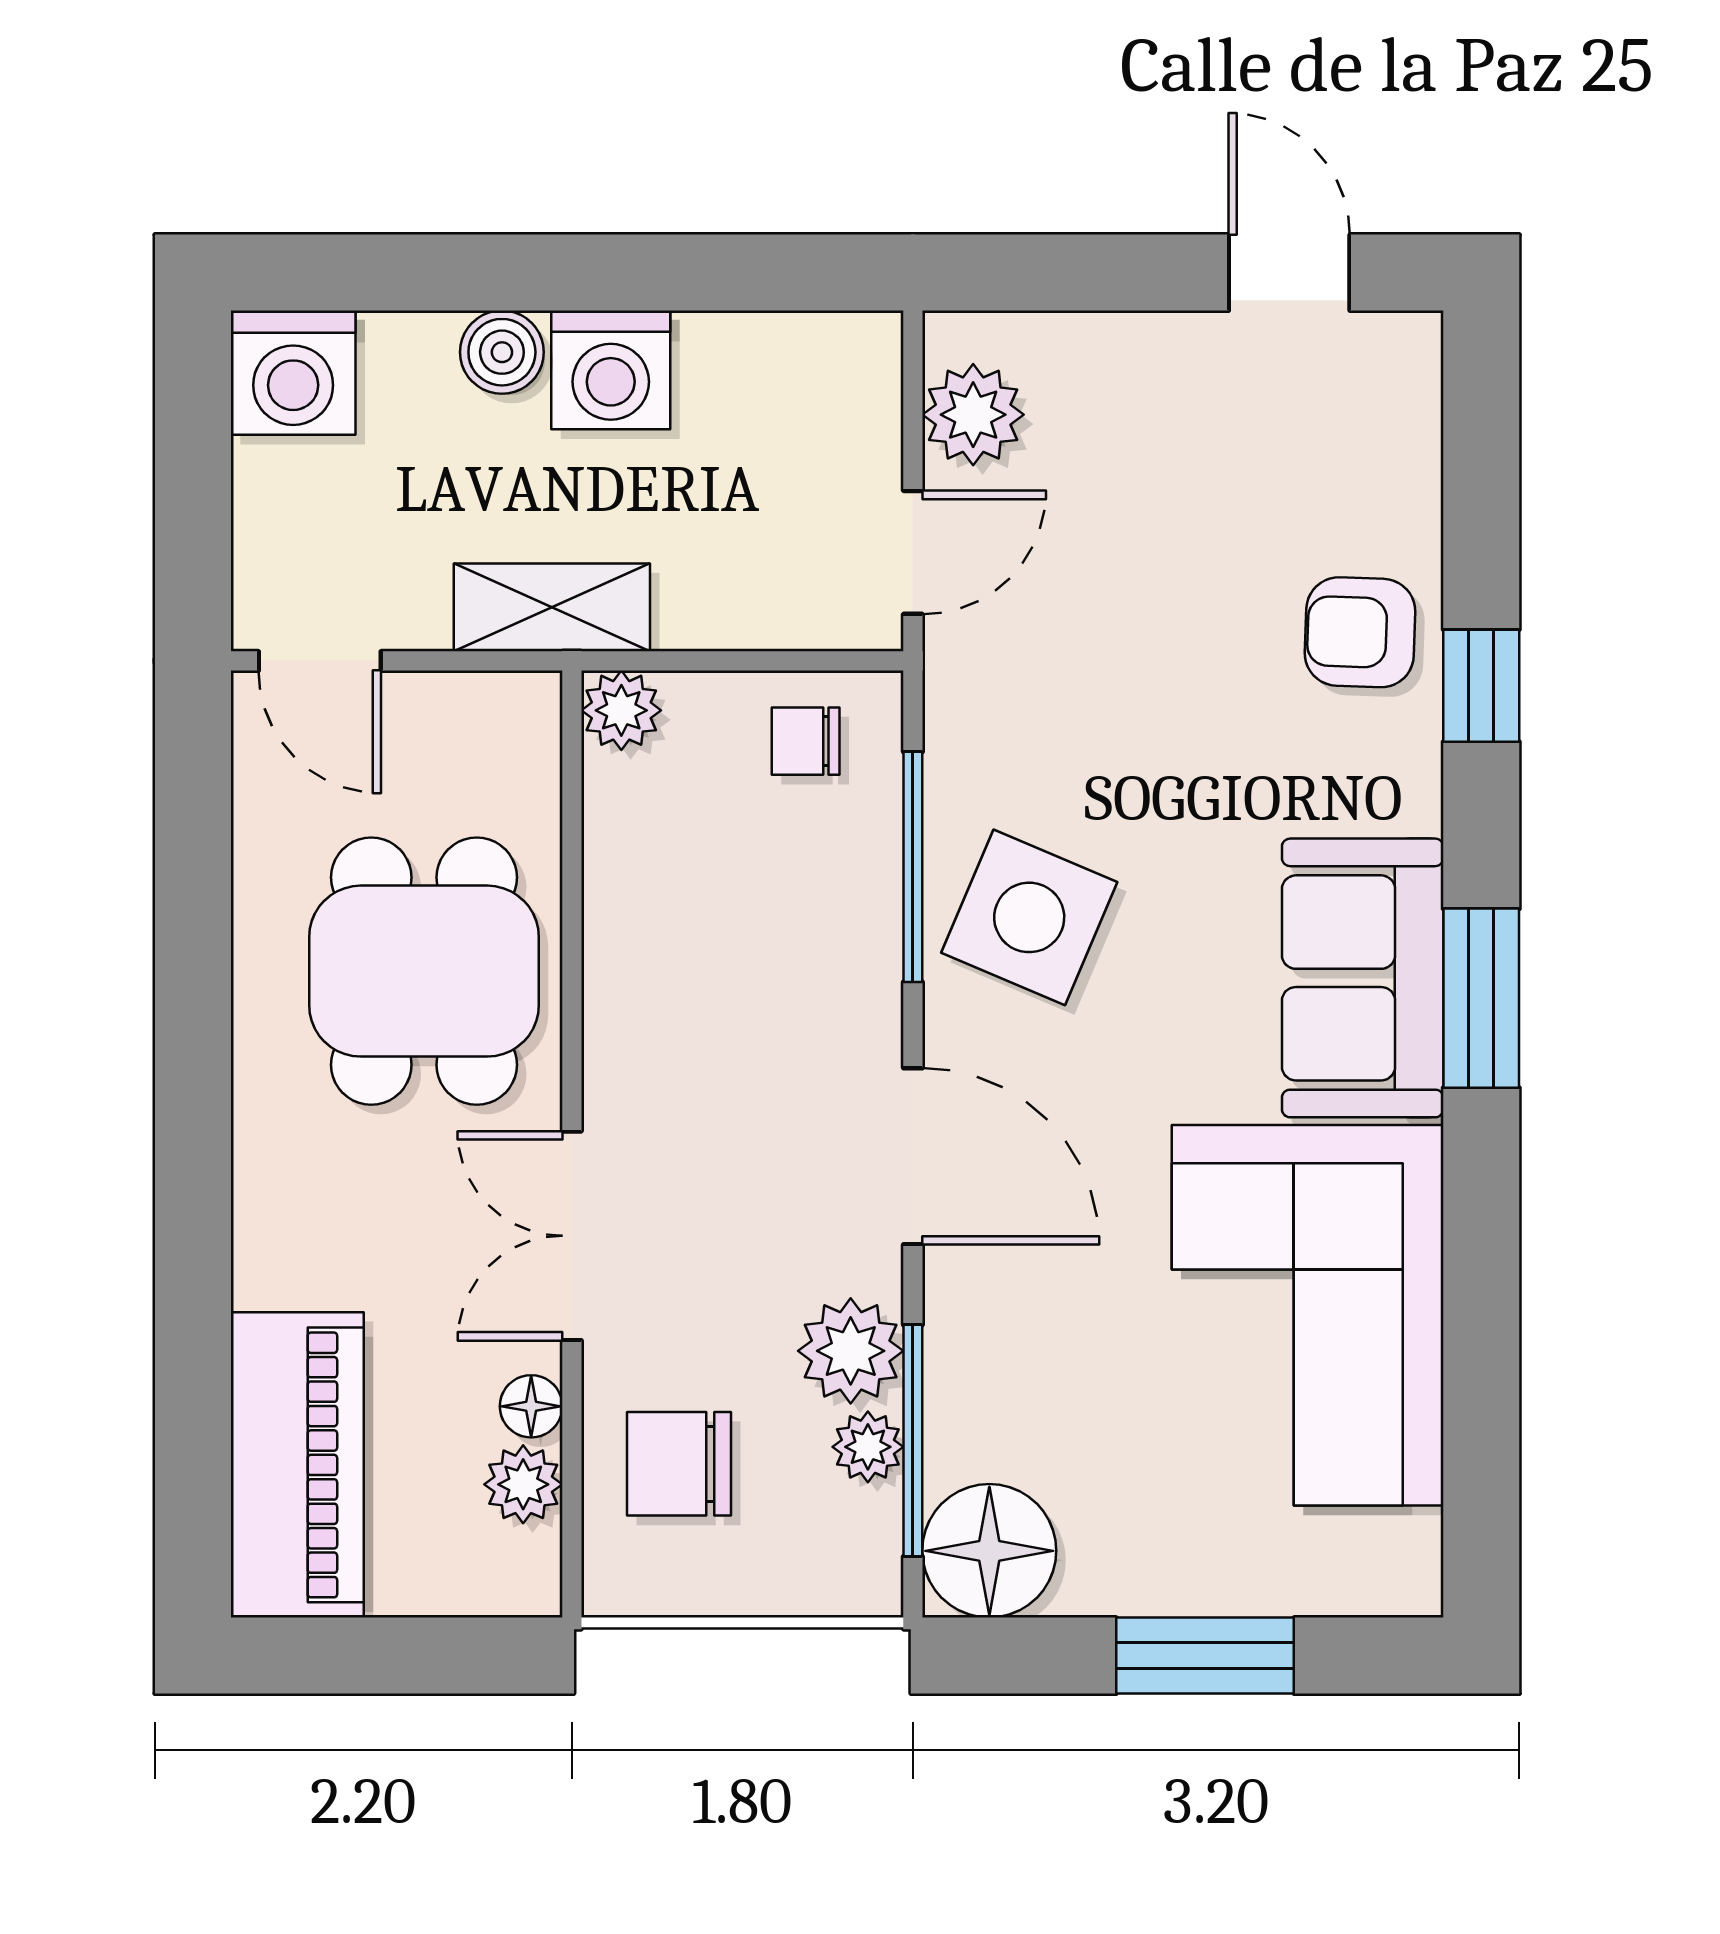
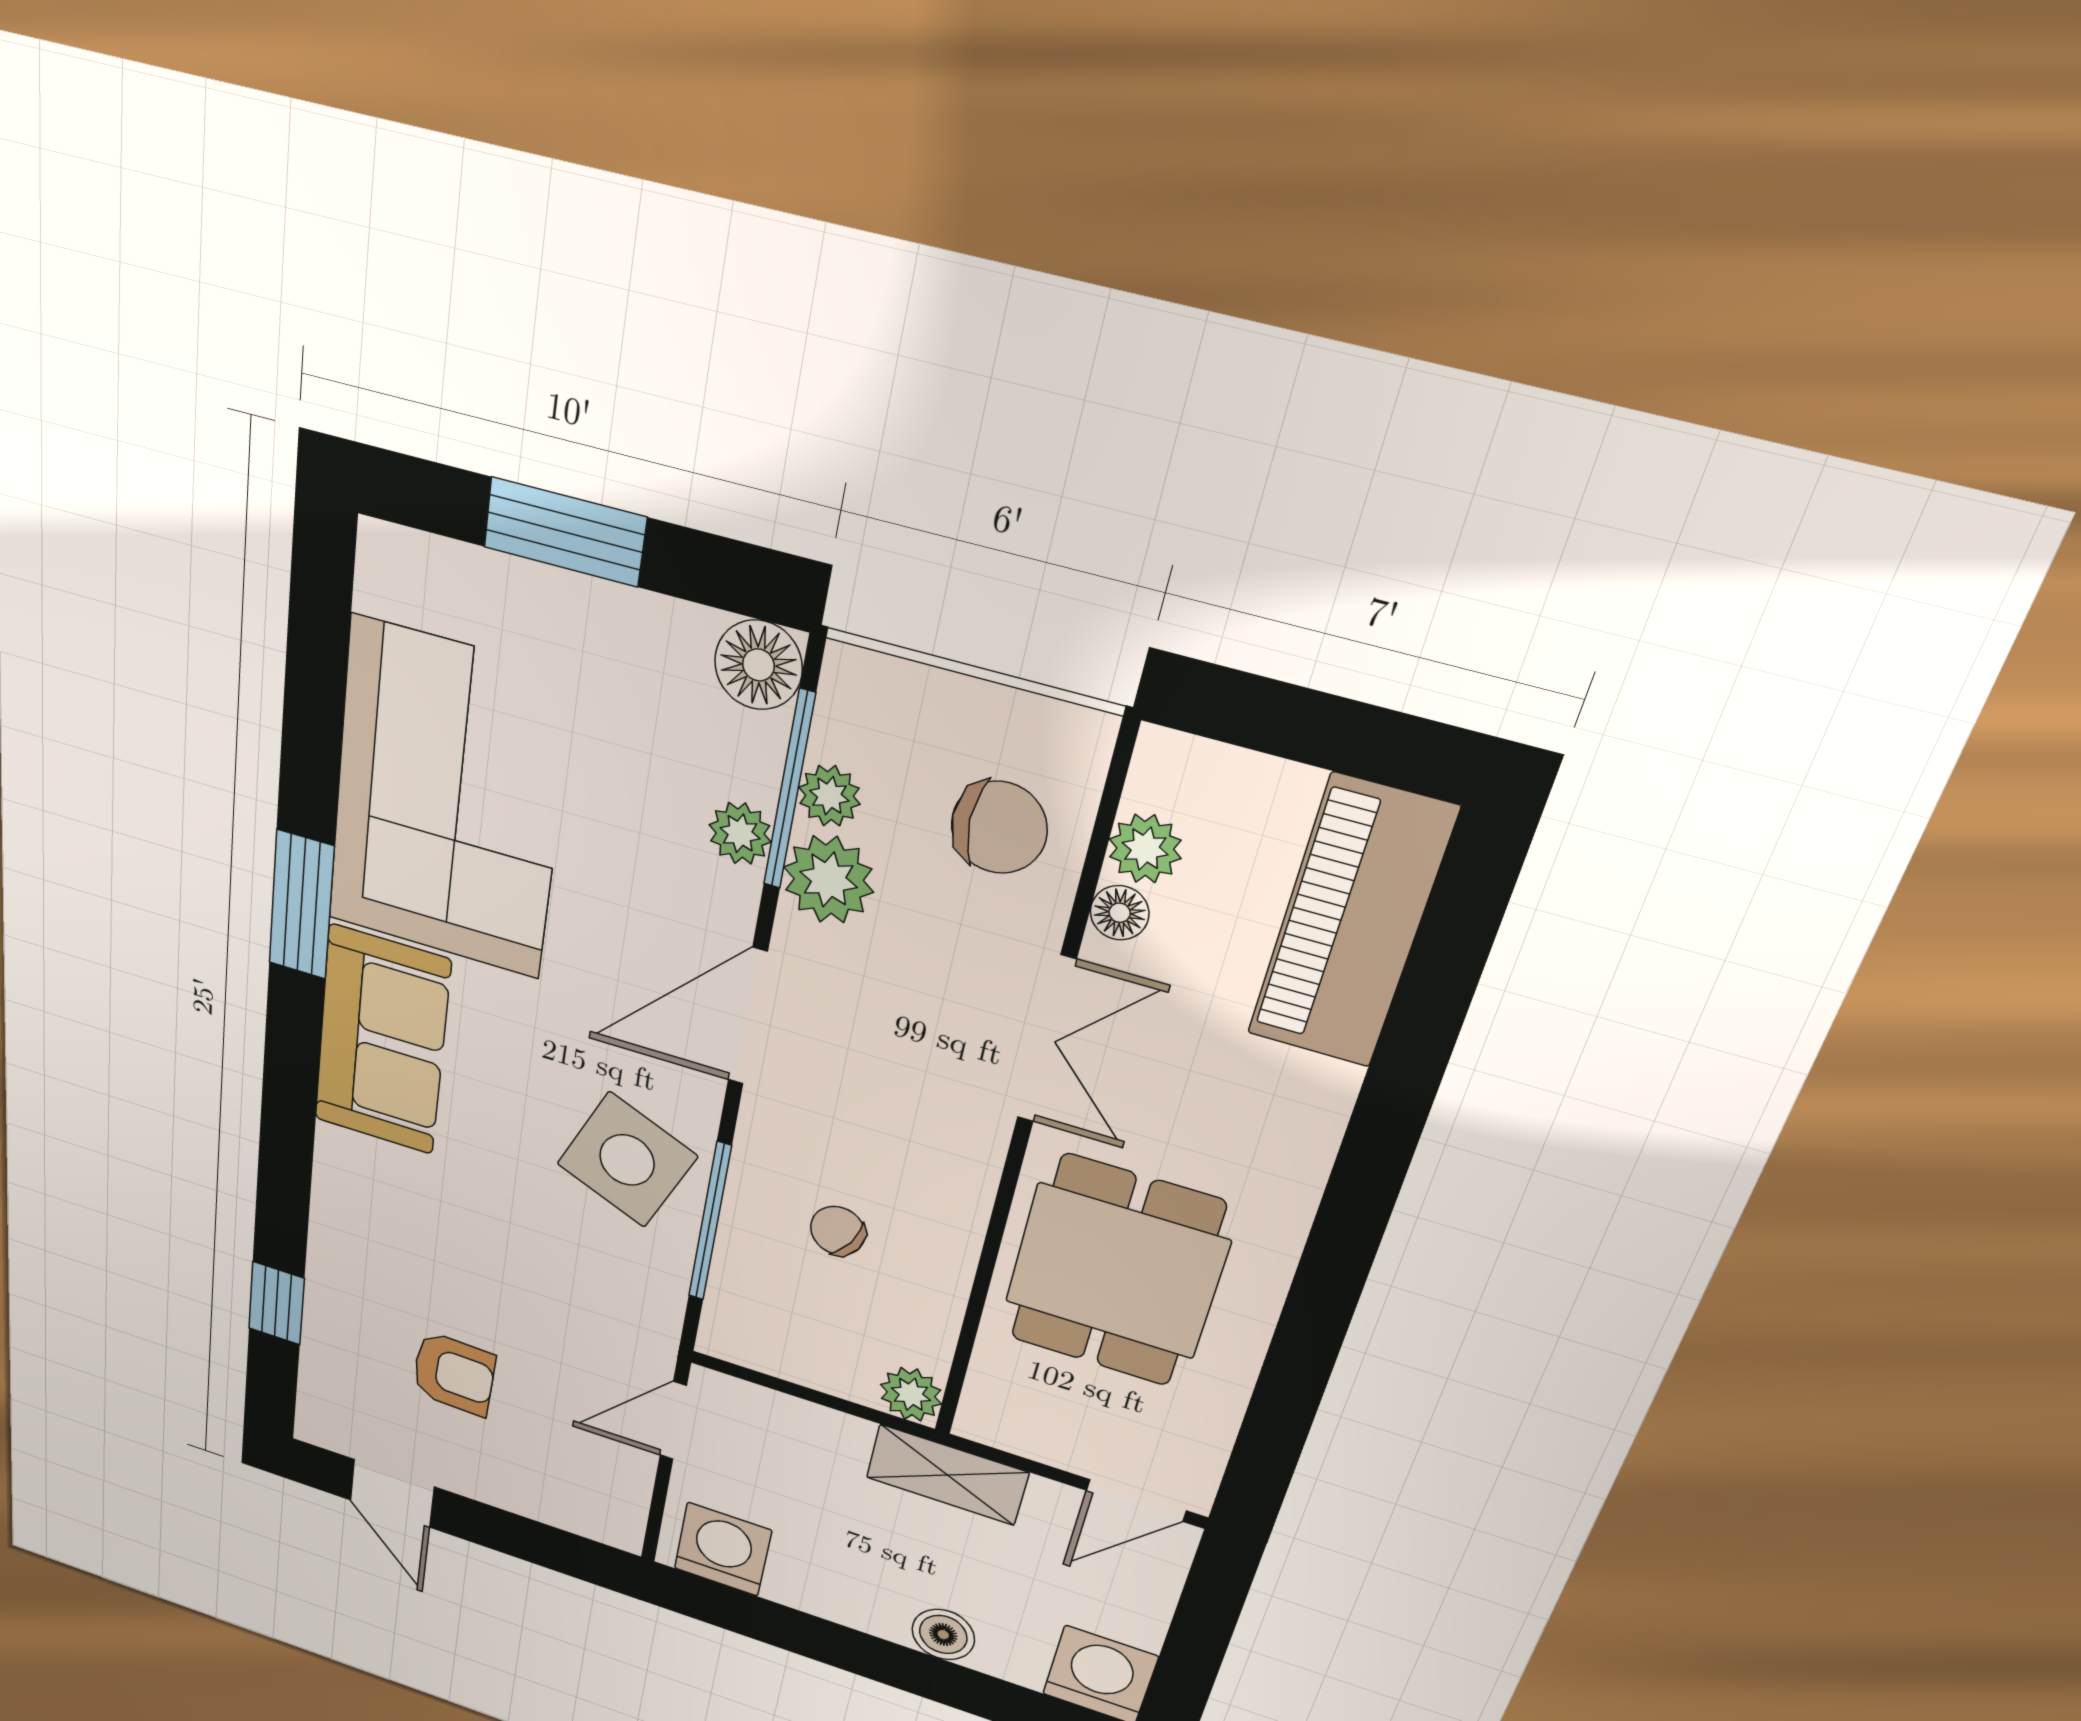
washing machine: (611, 370) -> (723, 1549), moved
plant: (973, 415) -> (740, 833), moved, width x0.73, depth x0.73
armchair: (1360, 632) -> (454, 1374), moved
door: (320, 661) -> (1136, 1500), swing flipped
window: (1481, 686) -> (276, 1303), moved
chair: (806, 741) -> (838, 1231), moved, turned -151
window: (1481, 998) -> (301, 905), moved
door: (913, 1156) -> (748, 1017), hinge flipped
floor lamp: (989, 1551) -> (758, 665), width x0.73, depth x0.73

